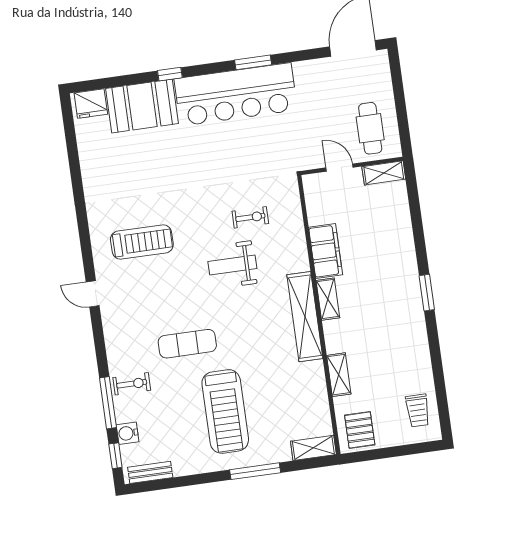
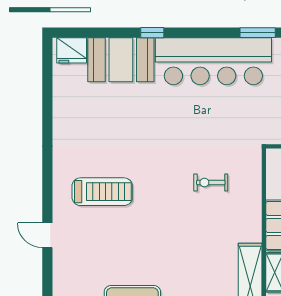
window: (253, 62) -> (258, 33), moved
exercise bike: (250, 217) -> (211, 182), turned 180
weight bench: (232, 265) -> (187, 226), removed

